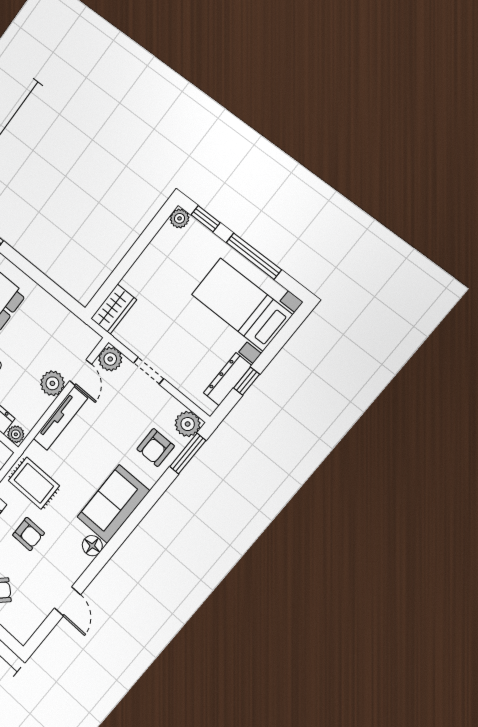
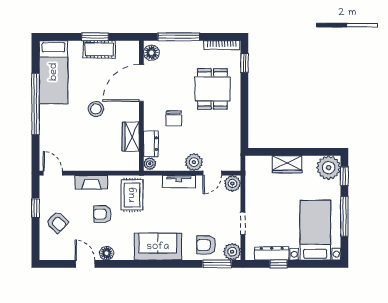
plant: (180, 218) -> (329, 168), width x1.87, depth x1.87
wardrobe: (114, 309) -> (287, 164), moved
doorway: (149, 371) -> (243, 223), moved
tv unit: (60, 419) -> (179, 182), width x0.71
armchair: (28, 534) -> (102, 214), turned 90
floor lamp: (92, 546) -> (107, 253), moved
door: (67, 601) -> (85, 264), swing flipped

